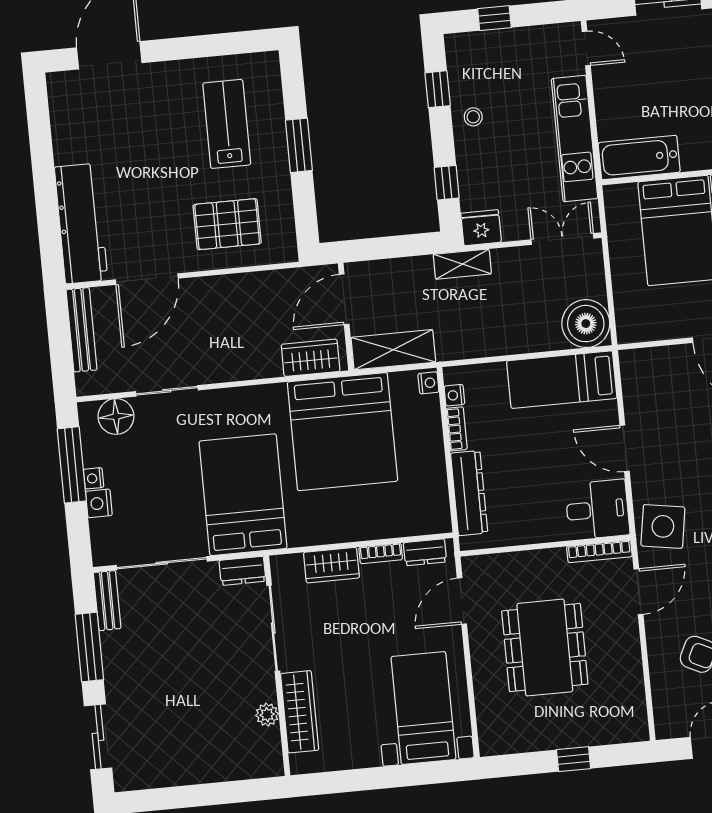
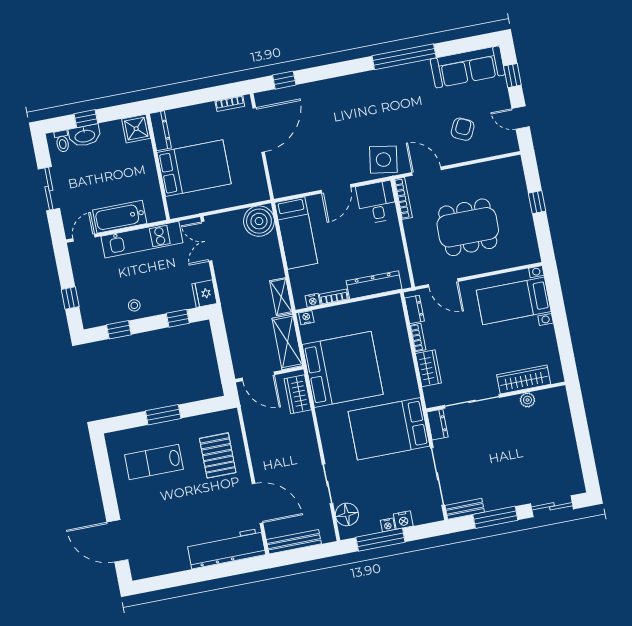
bathtub: (639, 157) -> (120, 217), moved, turned 90
shelving: (462, 264) -> (281, 297), moved

